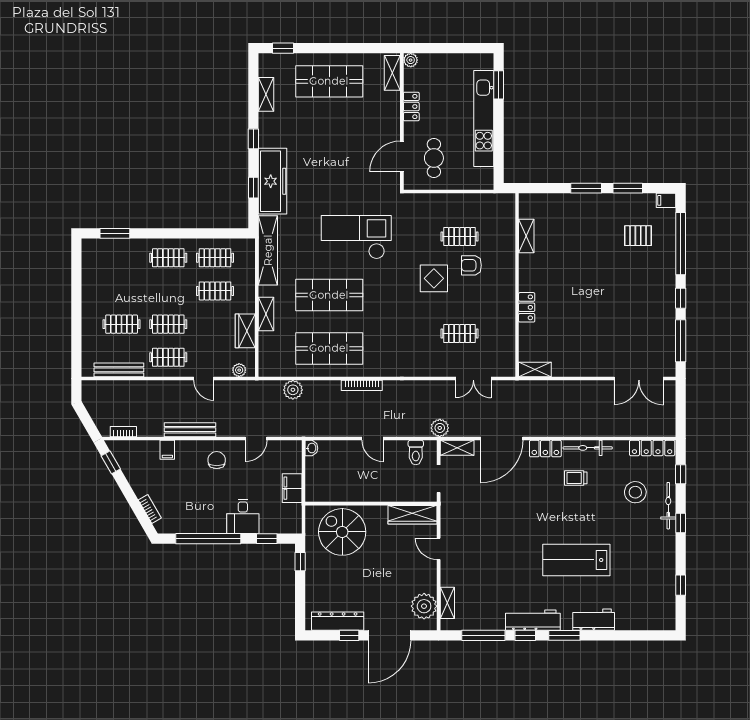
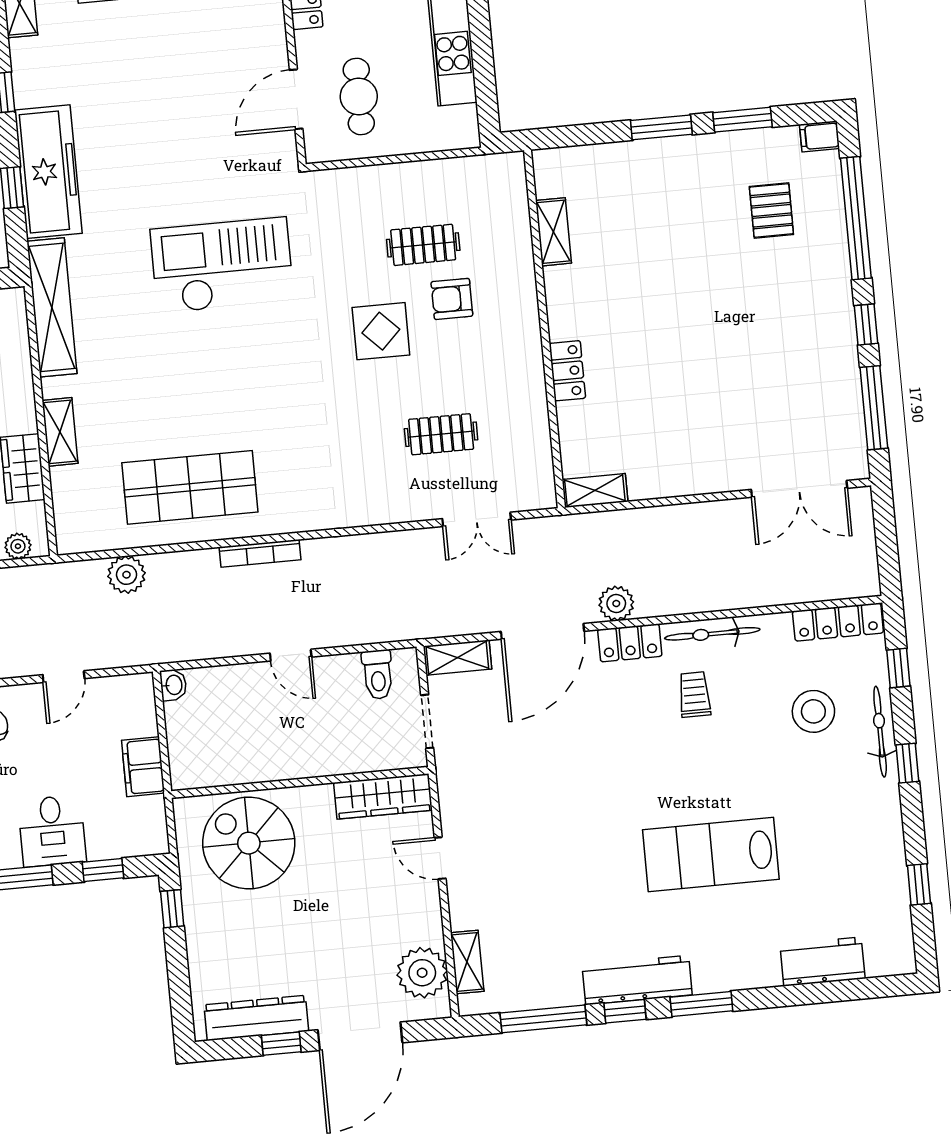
pallet: (638, 236) -> (771, 210), turned 90
shop shelf: (329, 295) -> (180, 383), removed
plant: (440, 428) -> (616, 603), moved
trolley: (576, 478) -> (694, 694), turned 90
workbench: (594, 620) -> (822, 962), moved

